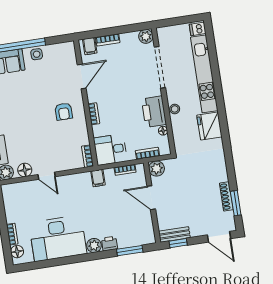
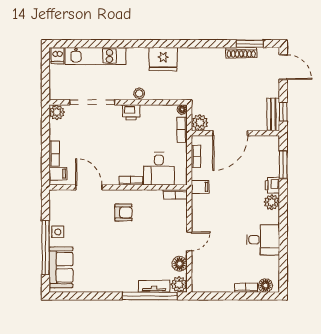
kitchen unit: (204, 74) -> (95, 56), width x0.73
printer: (154, 112) -> (131, 112), width x0.53, depth x0.68
floor lamp: (163, 131) -> (182, 109), moved
desk: (110, 150) -> (159, 169), moved
door: (151, 198) -> (230, 133), width x1.36
door: (219, 237) -> (283, 67), hinge flipped
desk: (58, 238) -> (263, 240), width x0.53, depth x0.77

